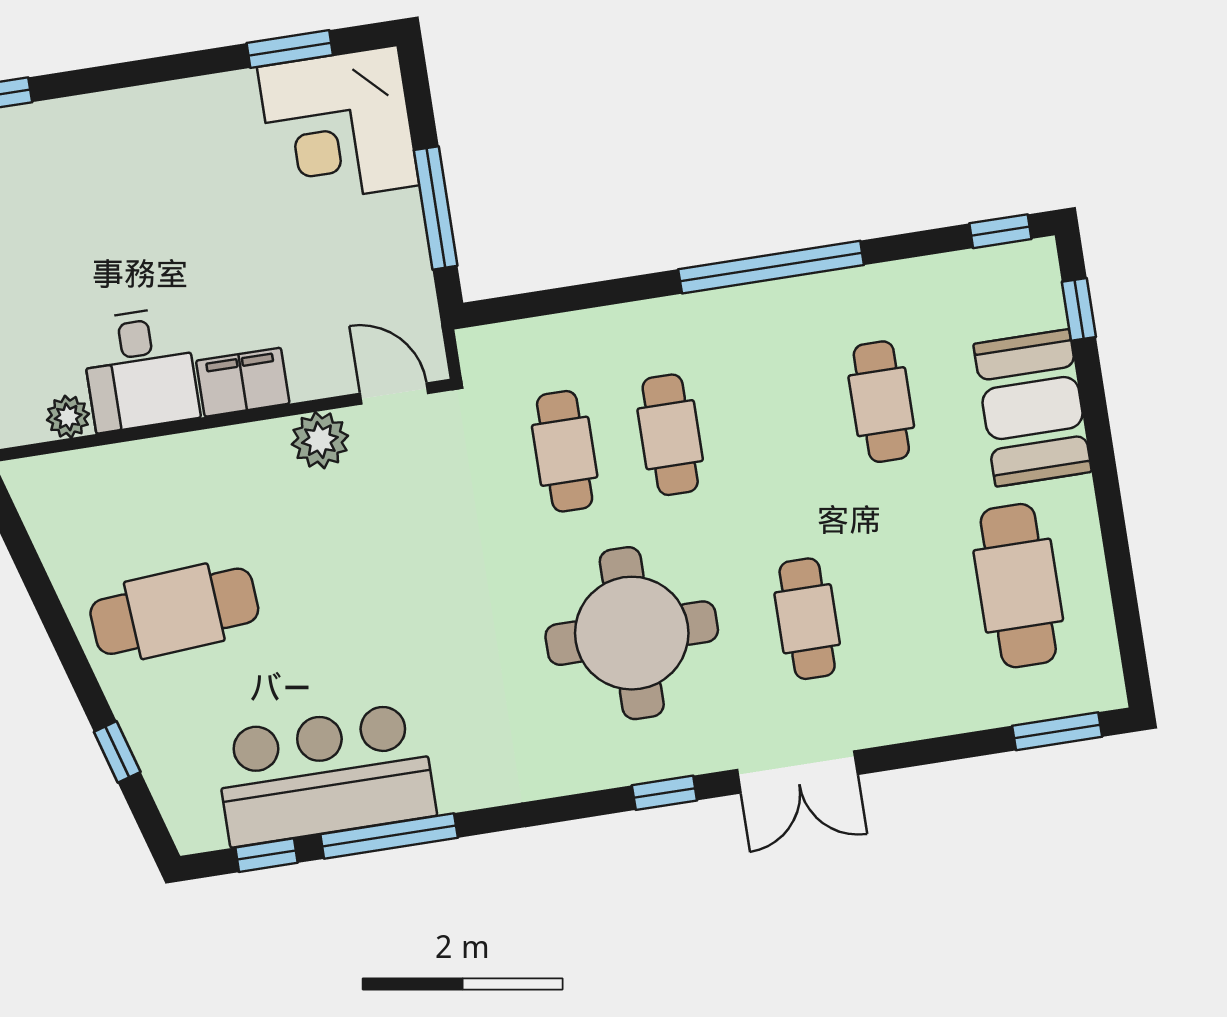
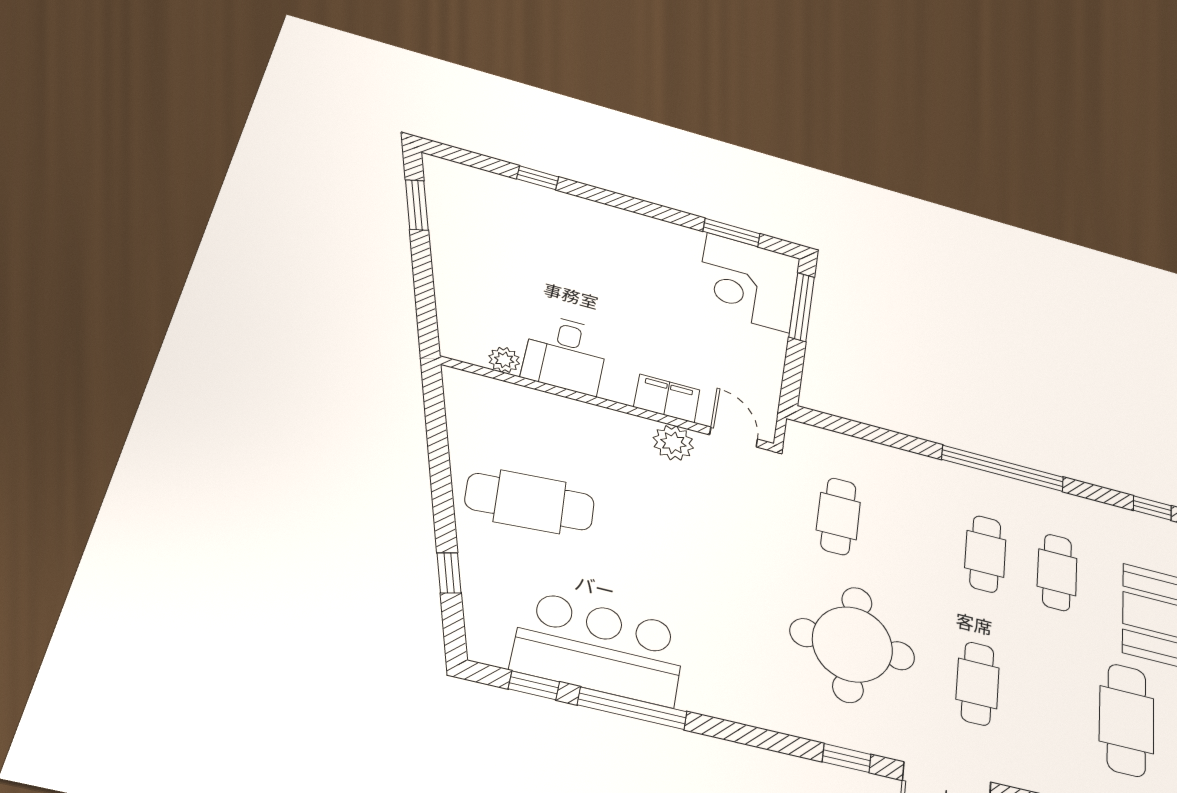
window: (436, 208) -> (802, 307), moved
filing cabinet: (243, 382) -> (667, 398), moved
cafe table: (670, 435) -> (985, 554), moved

